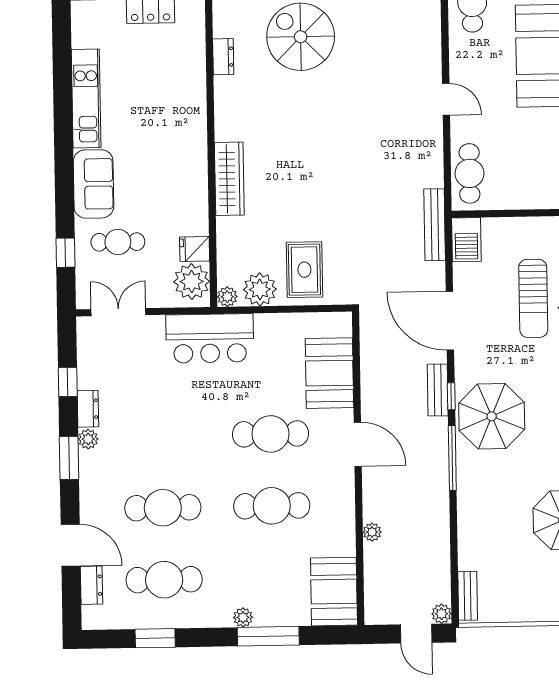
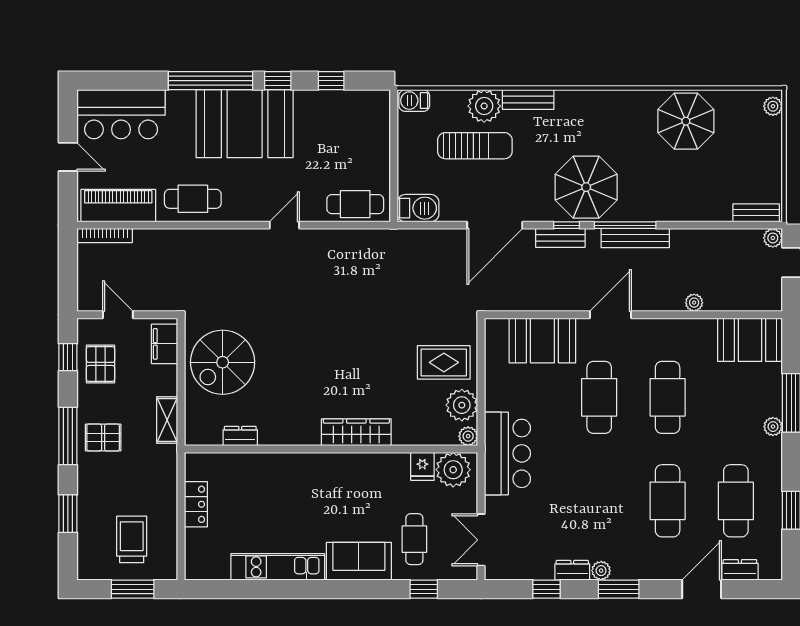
bench: (435, 225) -> (635, 238), moved

